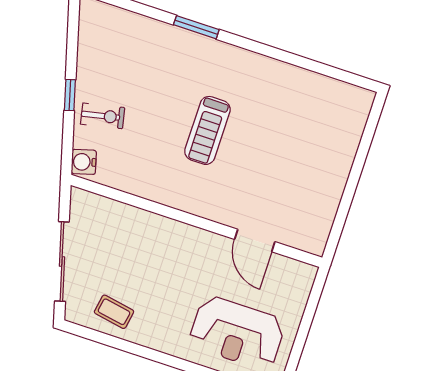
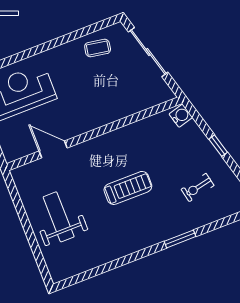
exercise bike: (103, 116) -> (197, 187), moved
treadmill: (207, 130) -> (128, 188), turned 90
weight bench: (310, 161) -> (59, 217), added

